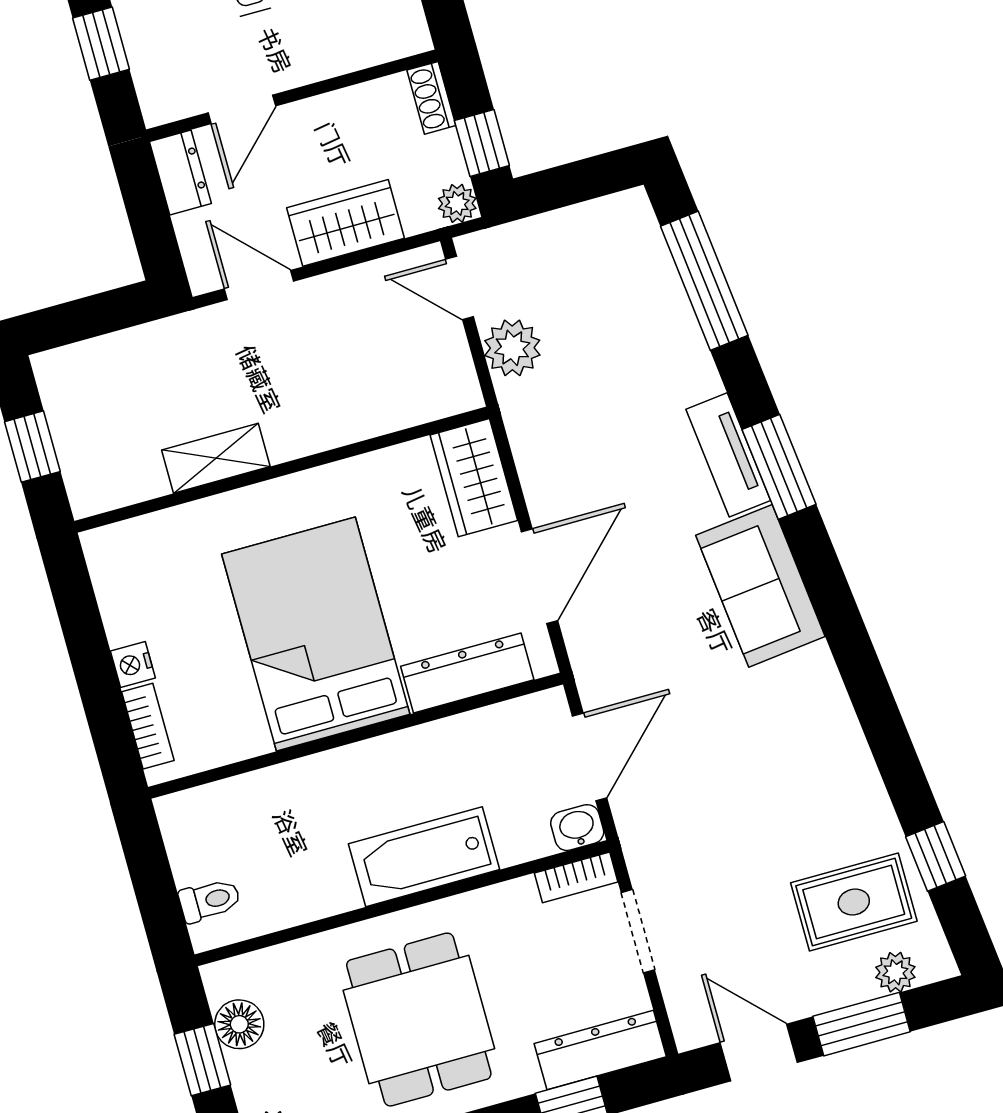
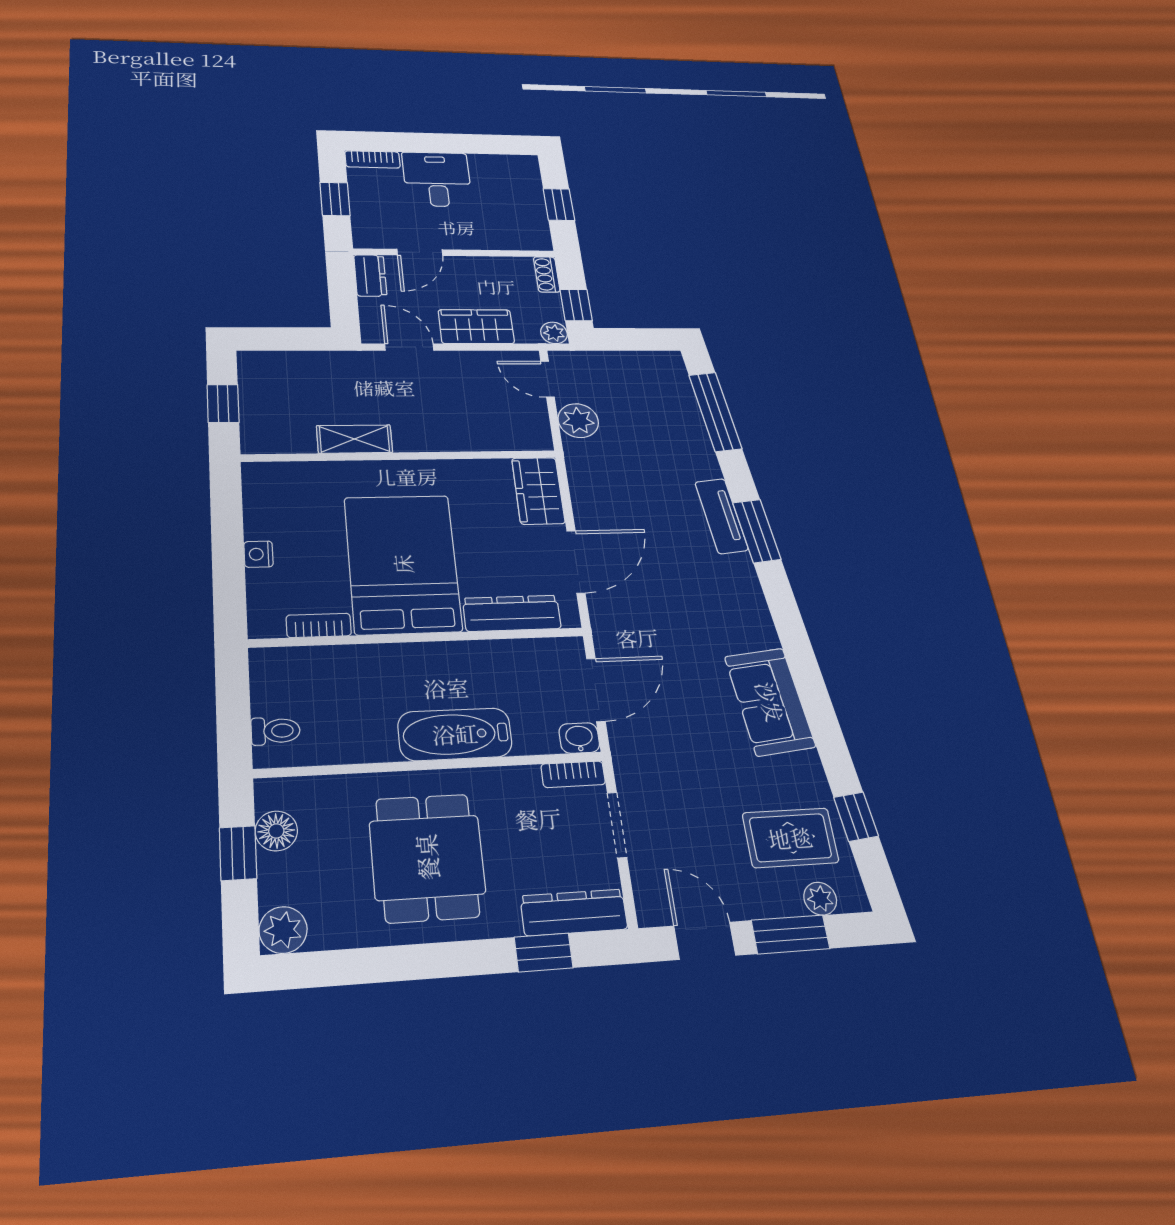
sofa: (760, 586) -> (770, 702), moved
bookcase: (148, 726) -> (319, 625), moved, turned -90

